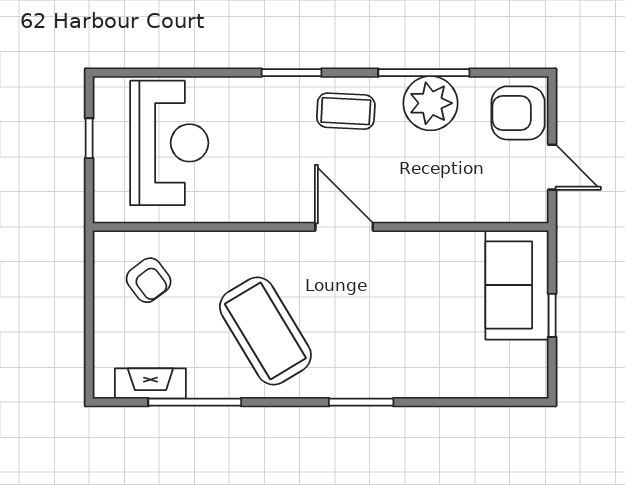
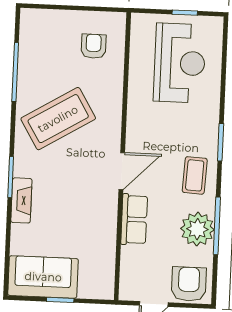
reception desk: (169, 143) -> (180, 63), turned -90
row of seats: (420, 204) -> (134, 219), added
armchair: (149, 280) -> (93, 46), turned 127
sofa: (517, 285) -> (43, 277), moved
fireplace: (150, 384) -> (21, 200), moved

